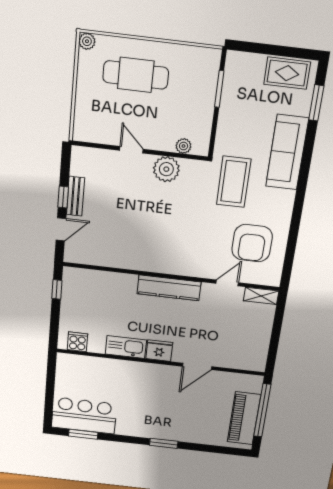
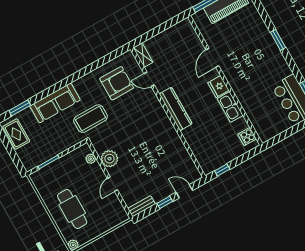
bench: (75, 196) -> (142, 206), moved
door: (197, 366) -> (212, 58), swing flipped

